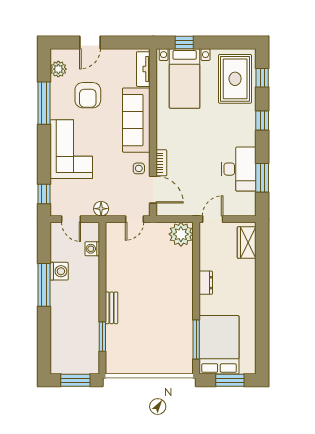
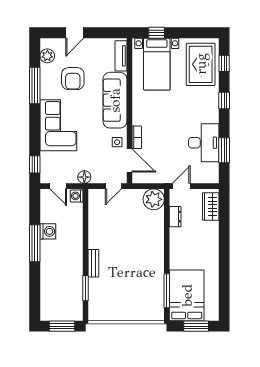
washing machine: (92, 249) -> (77, 196), moved
dresser: (206, 283) -> (175, 217), moved

